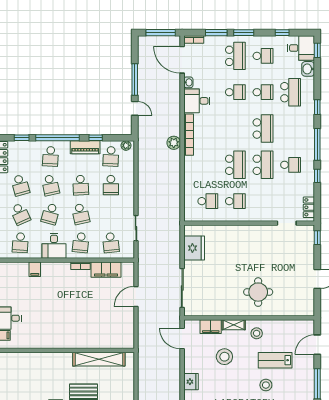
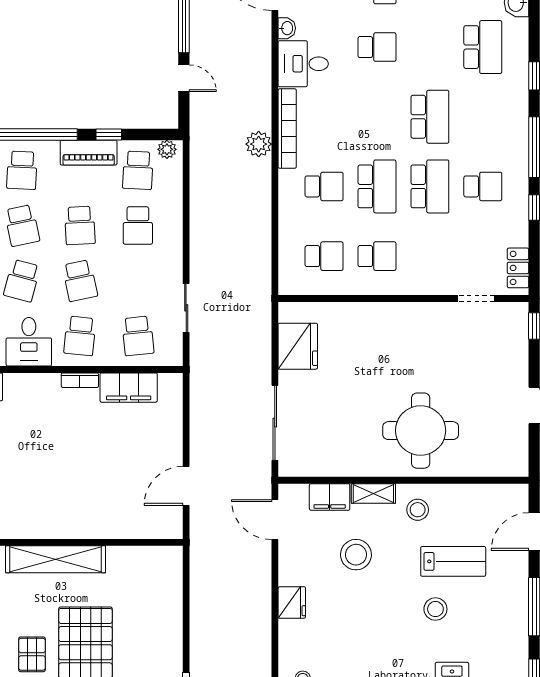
school desk: (263, 92) -> (324, 186), moved
round table: (258, 292) -> (421, 431), width x1.36, depth x1.36
door: (136, 297) -> (186, 486), moved
shelving: (99, 359) -> (56, 559), moved
lab bench: (275, 360) -> (453, 561), turned 180

